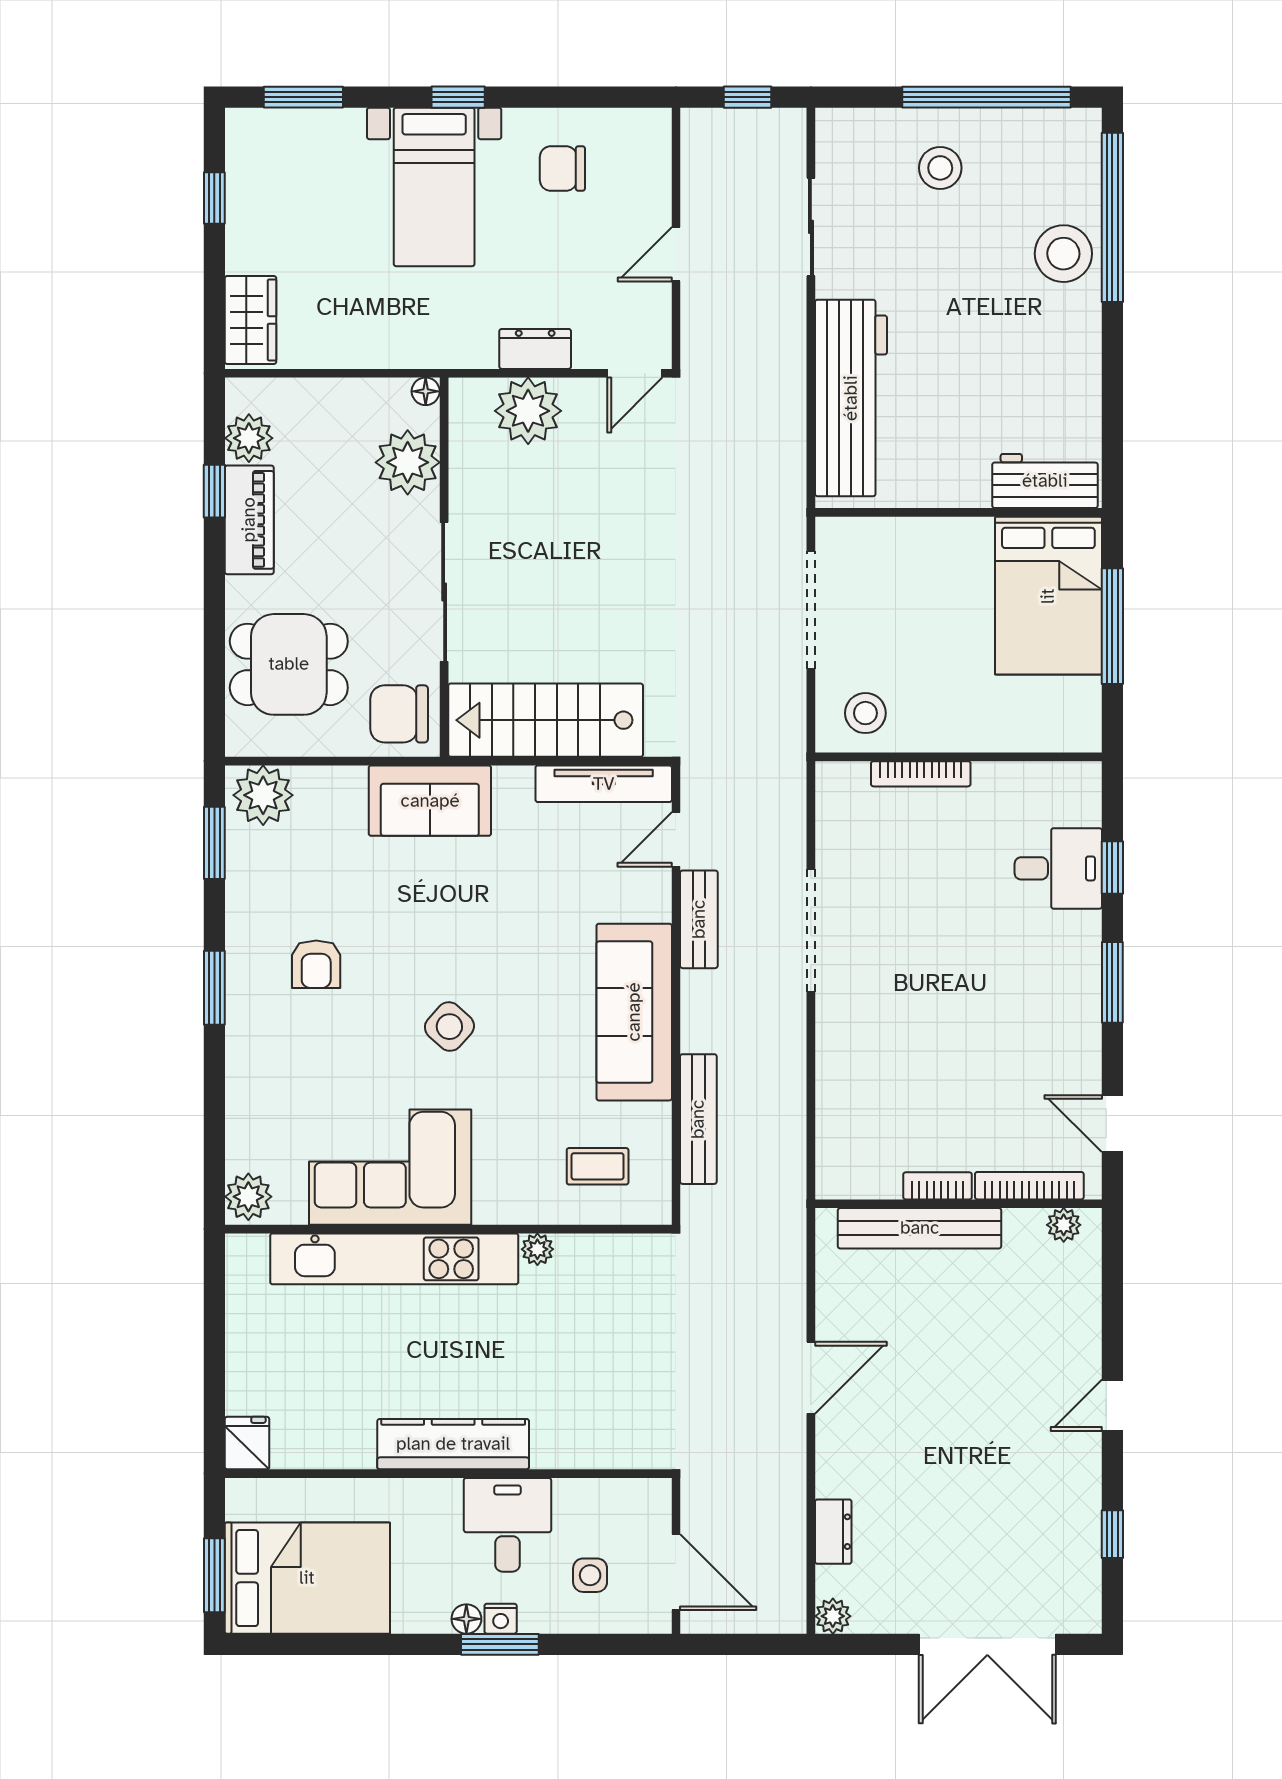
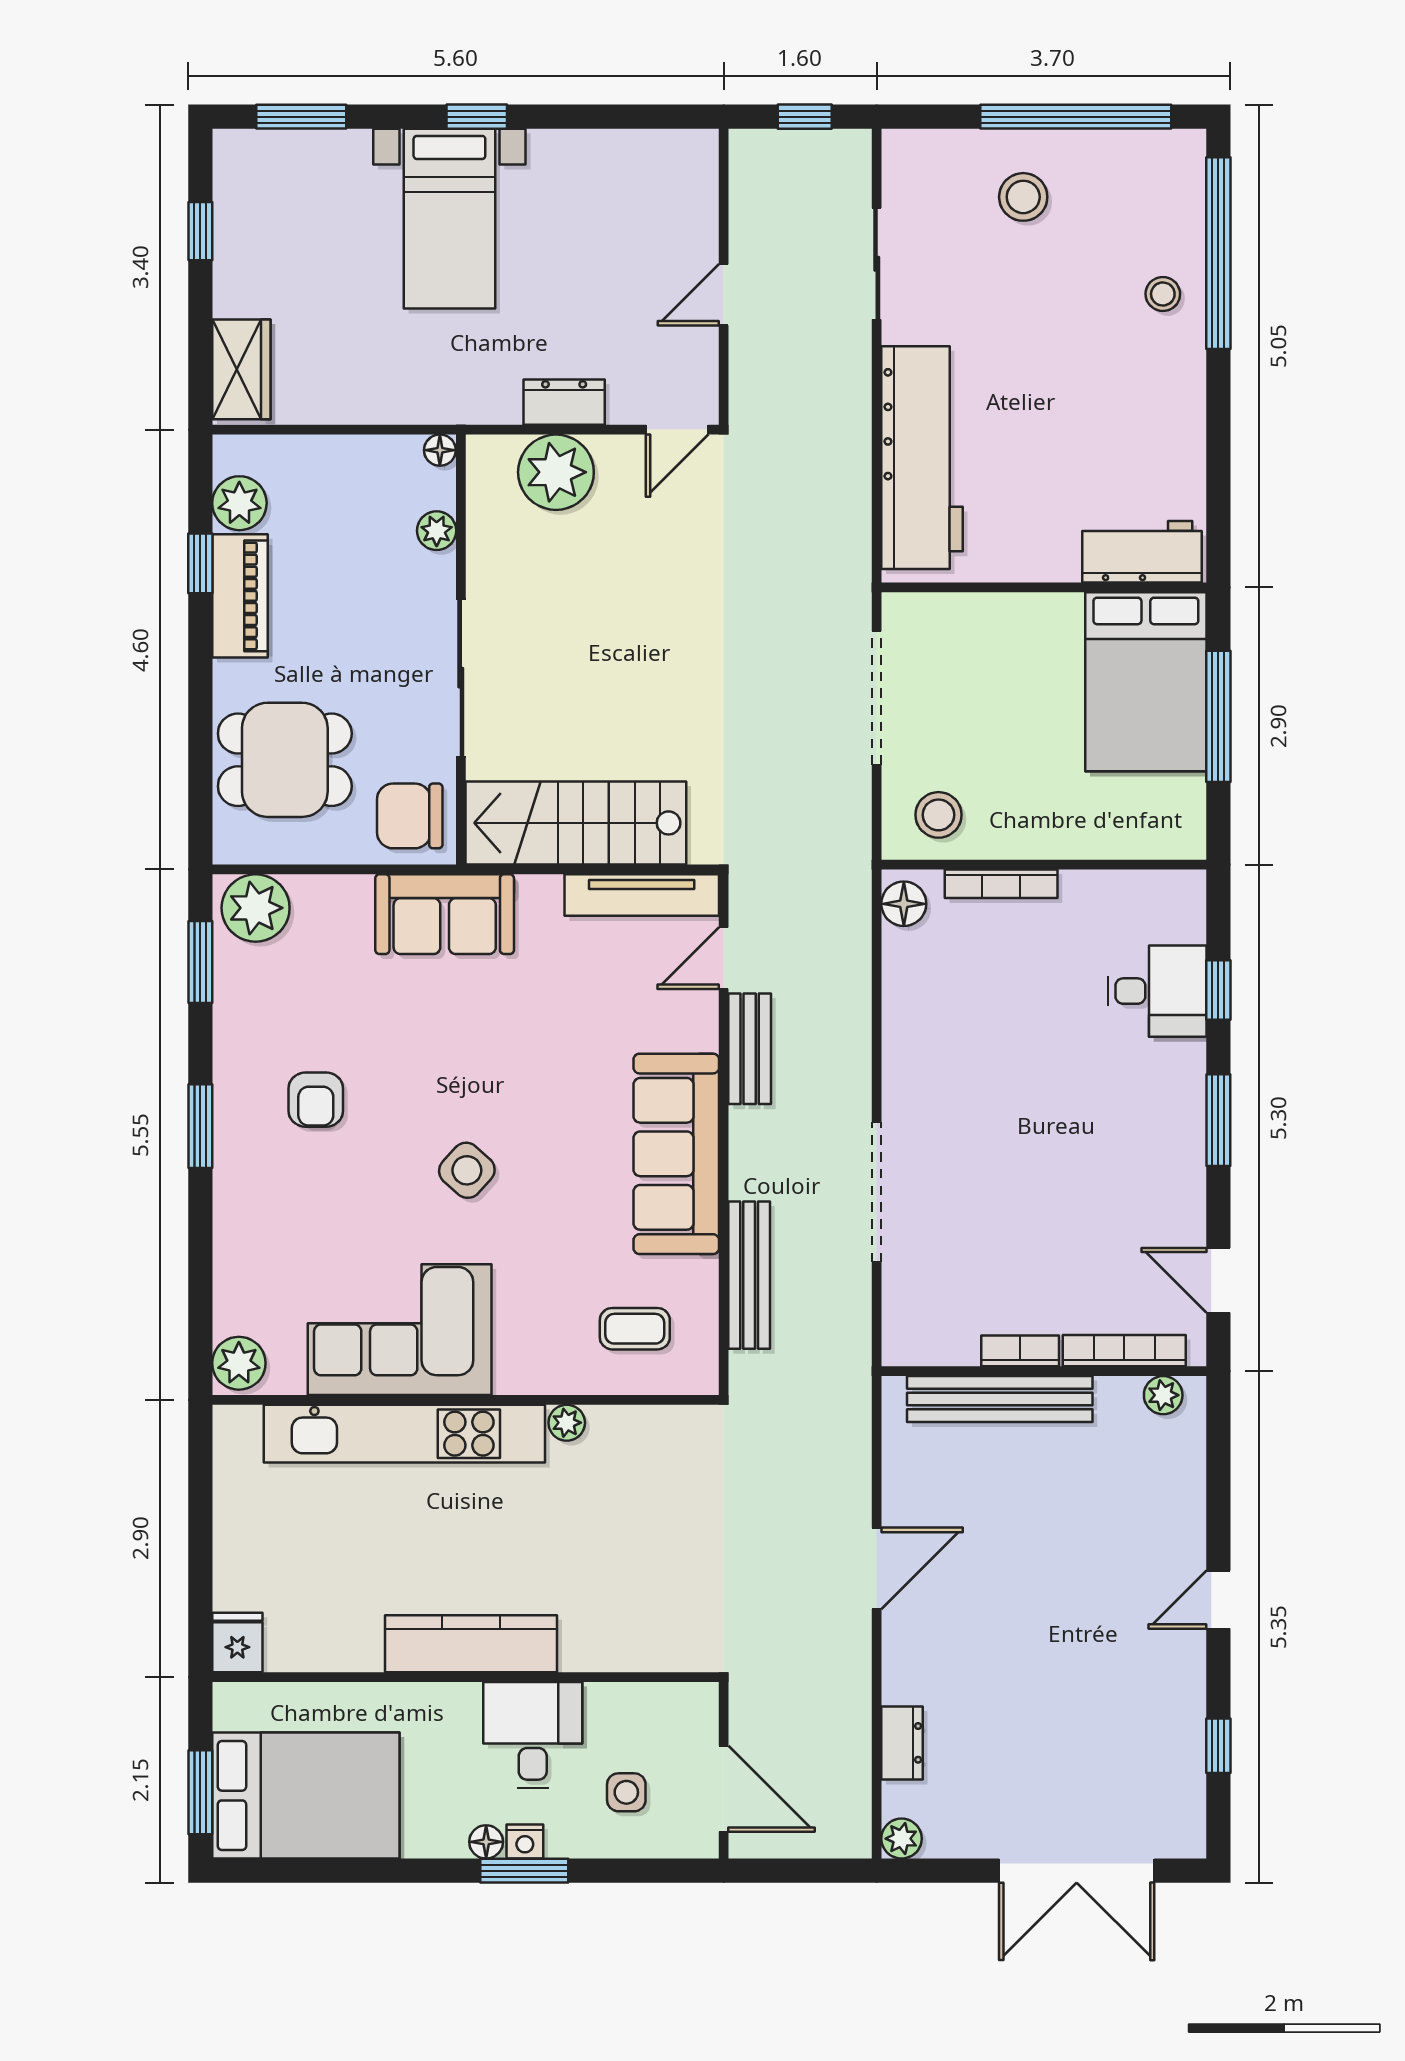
chair: (562, 169) -> (595, 198), removed
stool: (1063, 254) -> (1163, 294), width x0.53, depth x0.53
plant: (408, 462) -> (437, 531), width x0.53, depth x0.53
floor lamp: (835, 791) -> (904, 904), added
doorway: (811, 930) -> (877, 1192), moved

